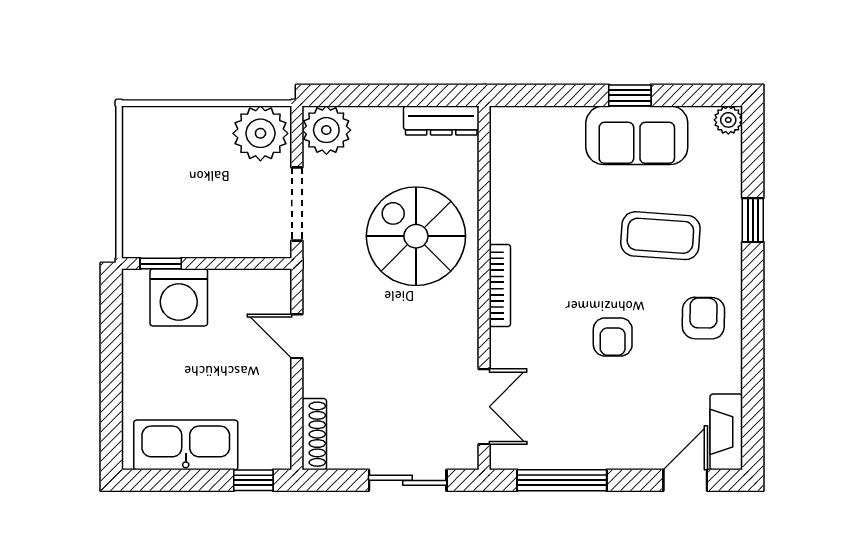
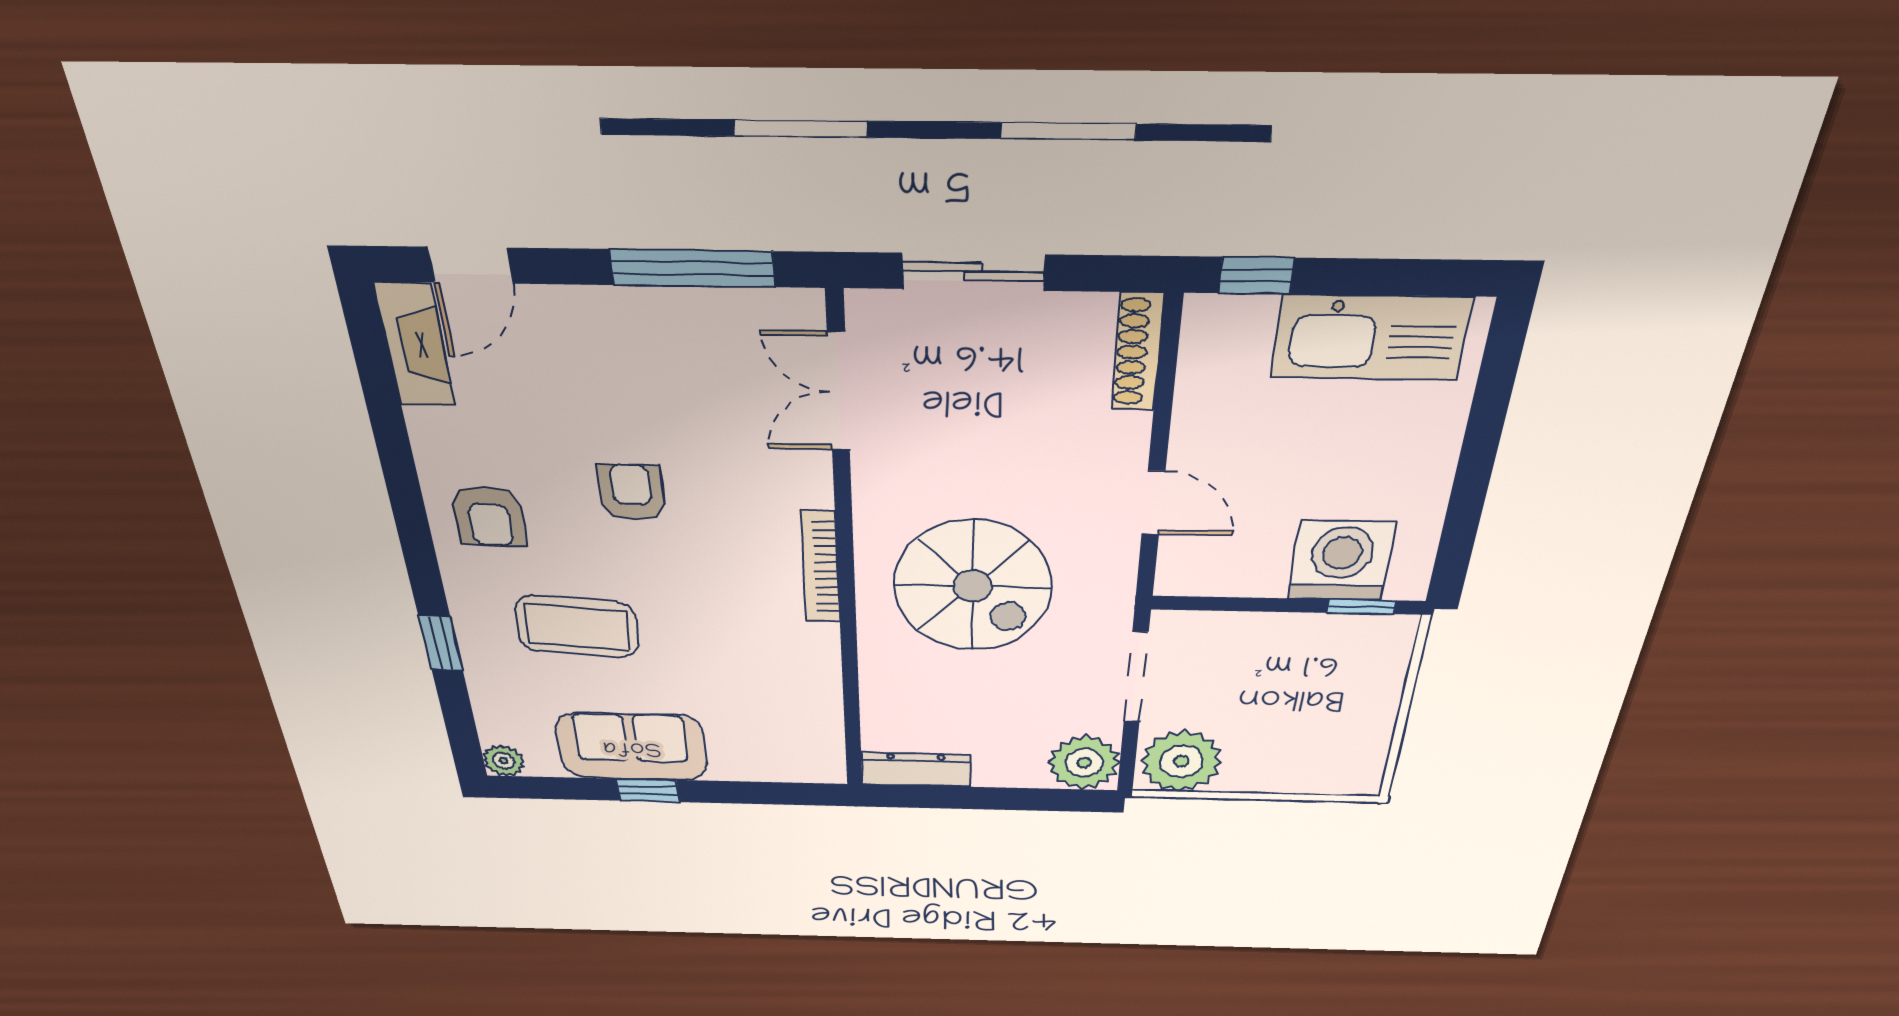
spiral stairs: (416, 236) -> (973, 586), moved

